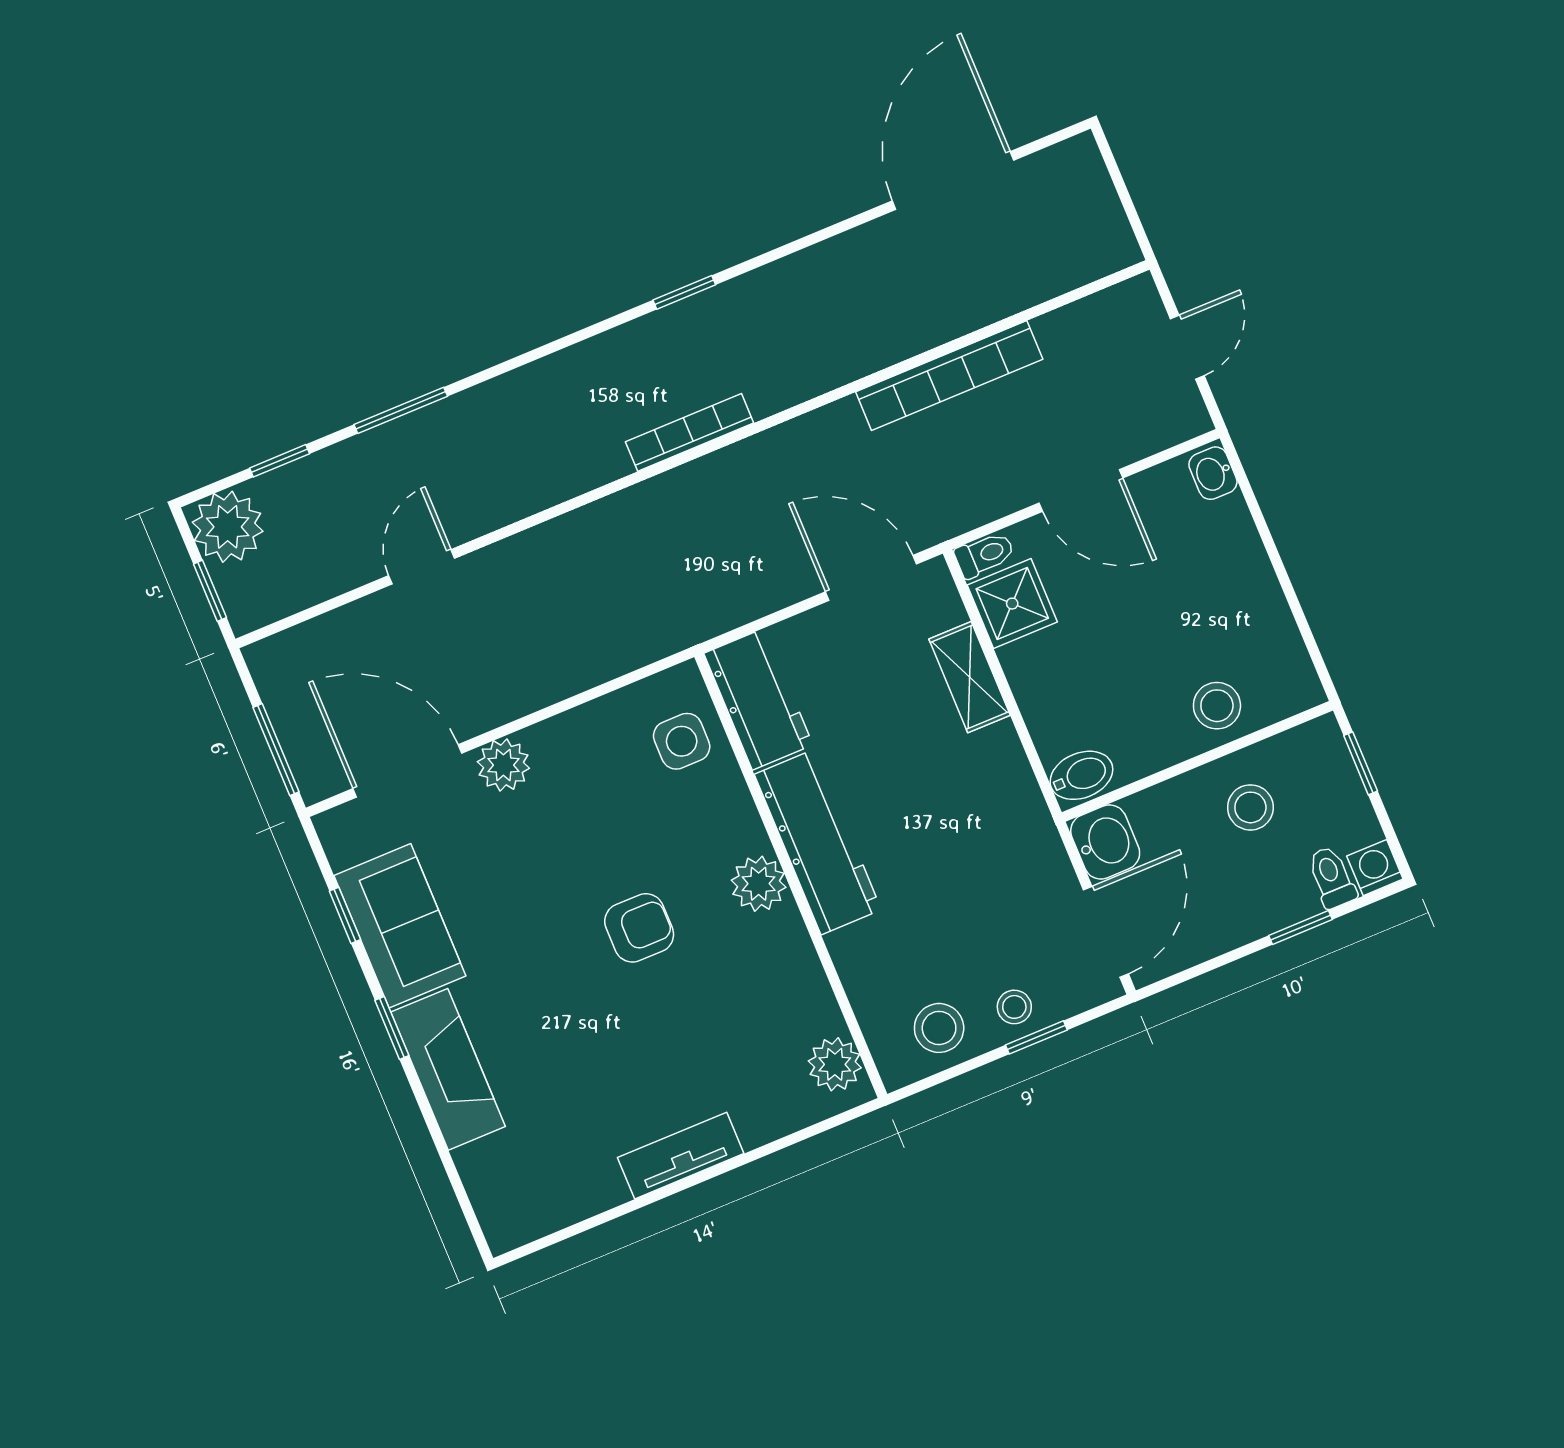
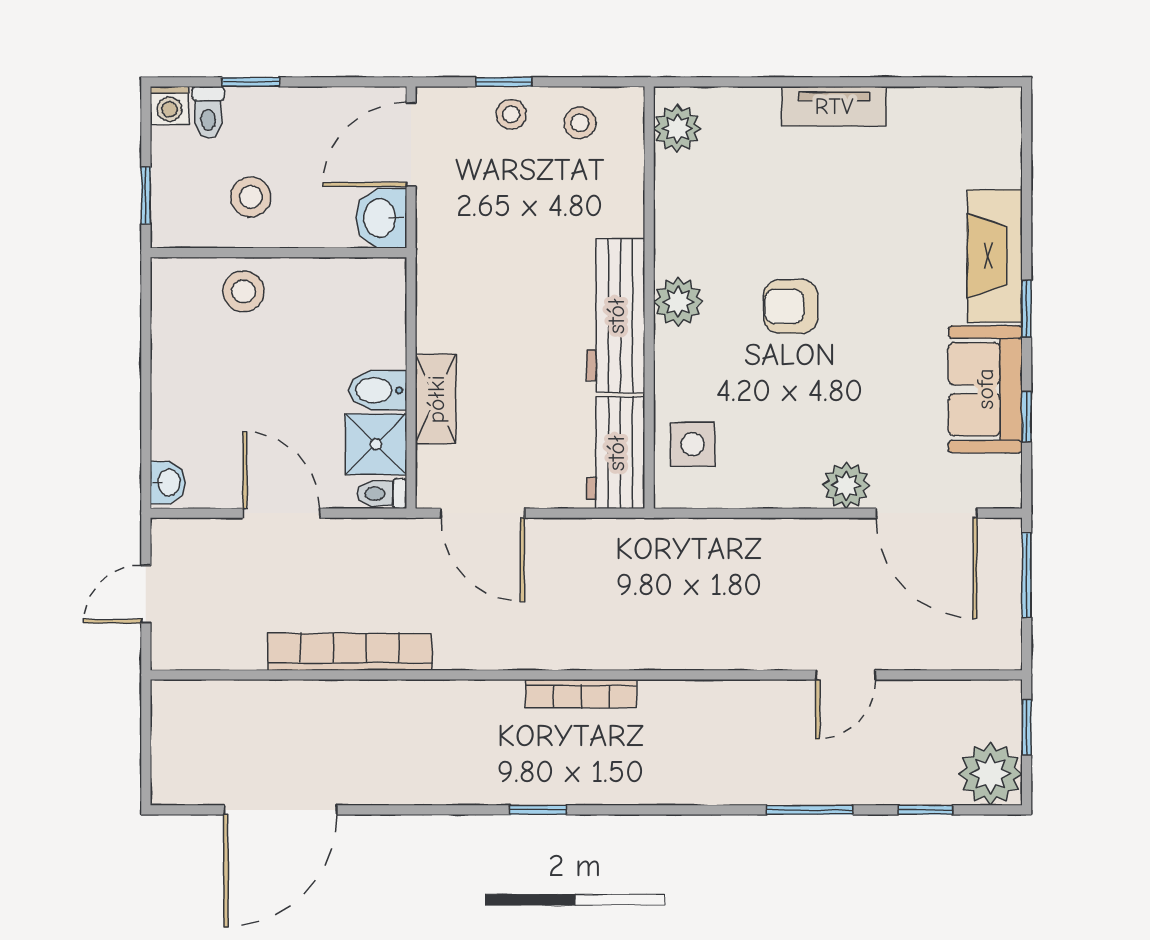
bidet: (1081, 775) -> (378, 390), moved
stool: (939, 1028) -> (580, 123), width x0.73, depth x0.73

